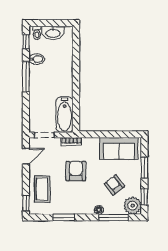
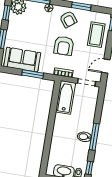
bidet: (37, 59) -> (84, 137), moved
window: (105, 134) -> (33, 74), added
armchair: (114, 185) -> (68, 19), moved

